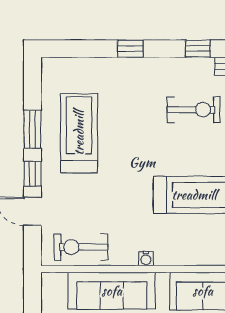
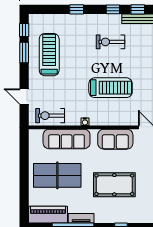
exercise bike: (194, 110) -> (110, 42), turned 180
window: (32, 174) -> (24, 30), moved

